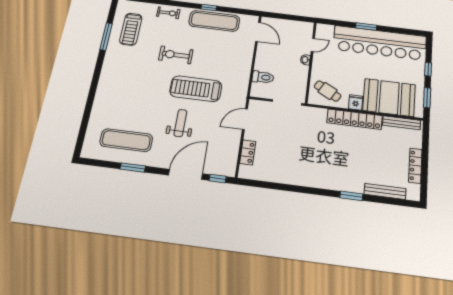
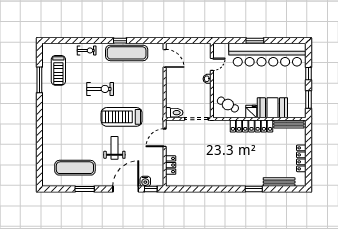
exercise bike: (176, 55) -> (100, 89), turned 180
toilet: (263, 77) -> (174, 113), moved
booth: (389, 98) -> (272, 108), width x0.73, depth x0.70
water cooler: (212, 168) -> (145, 181), added

